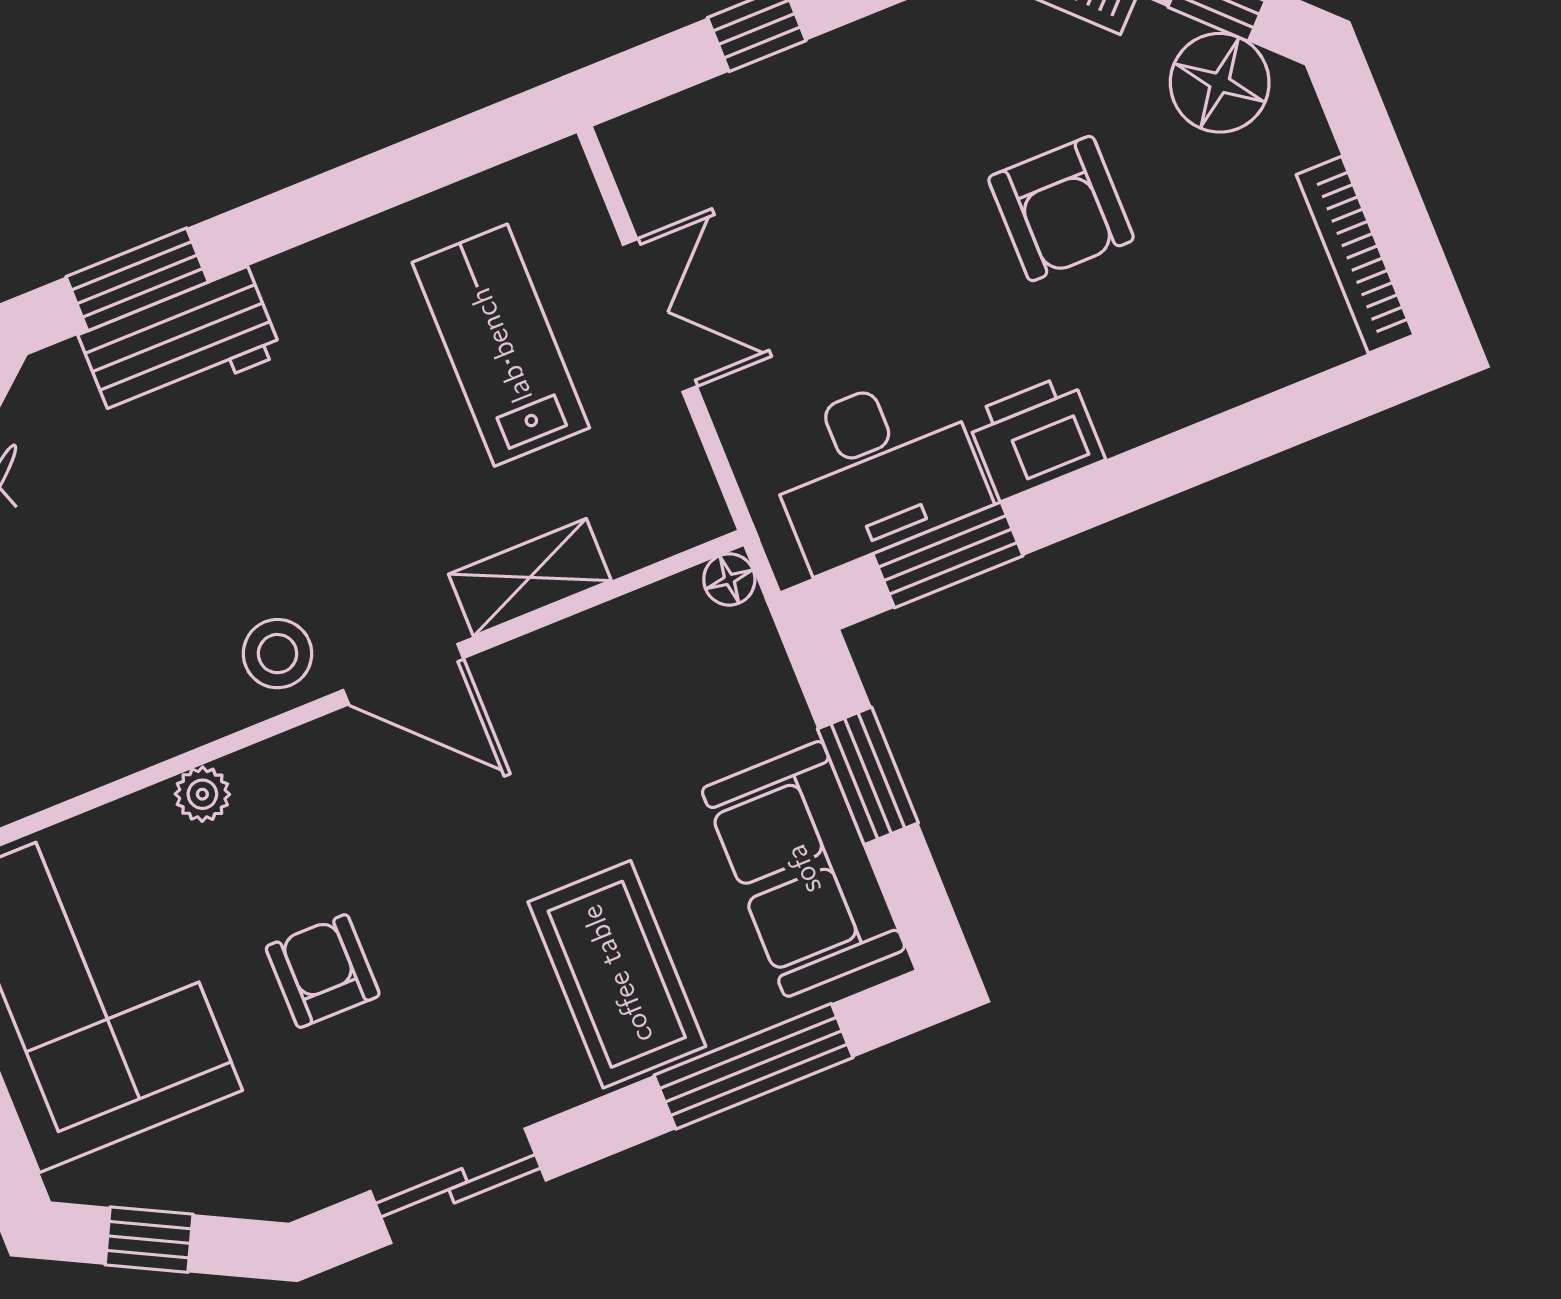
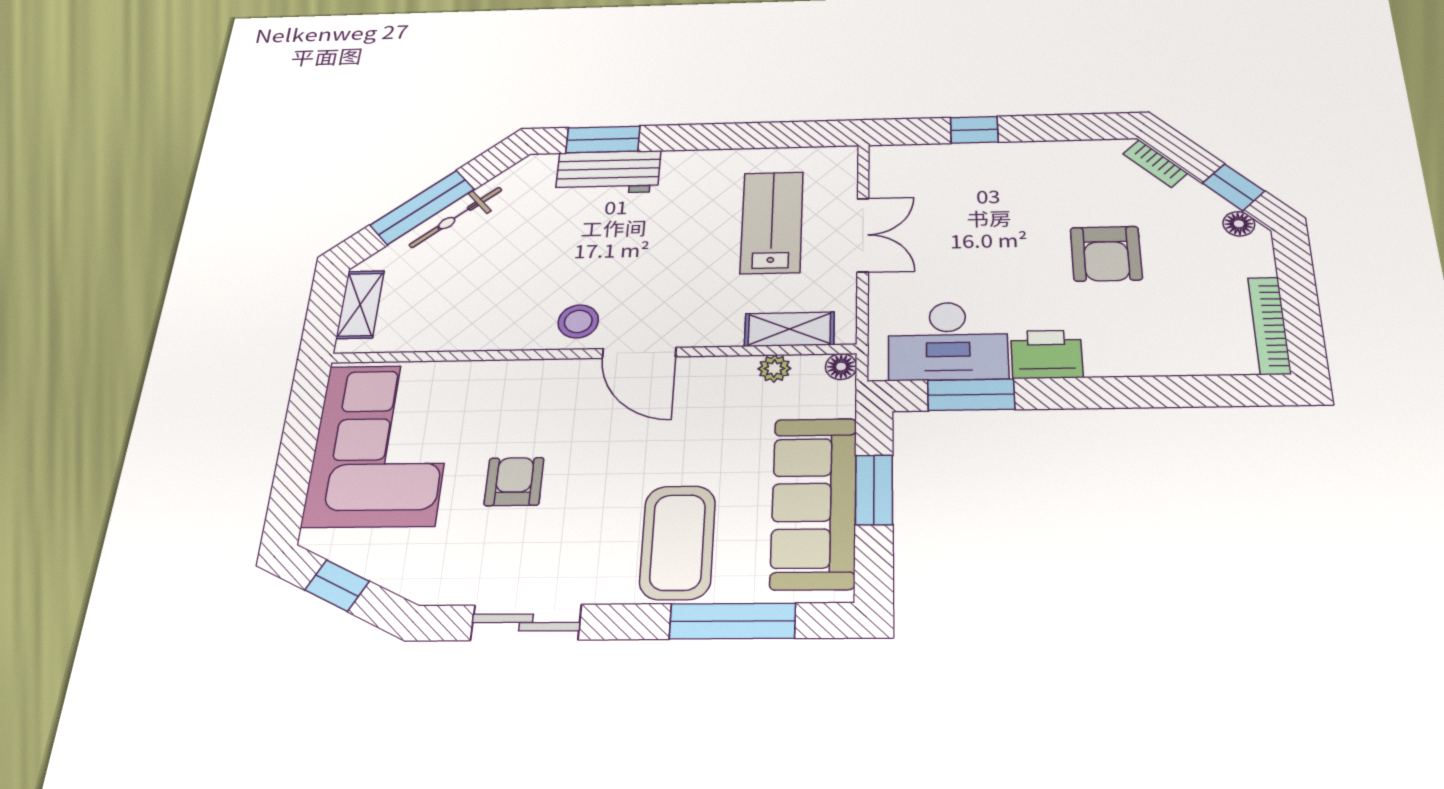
floor lamp: (1220, 83) -> (1239, 224), width x0.53, depth x0.53
shelving: (530, 577) -> (789, 329), moved
plant: (202, 794) -> (774, 369), moved
sofa: (803, 869) -> (814, 502), width x1.36

